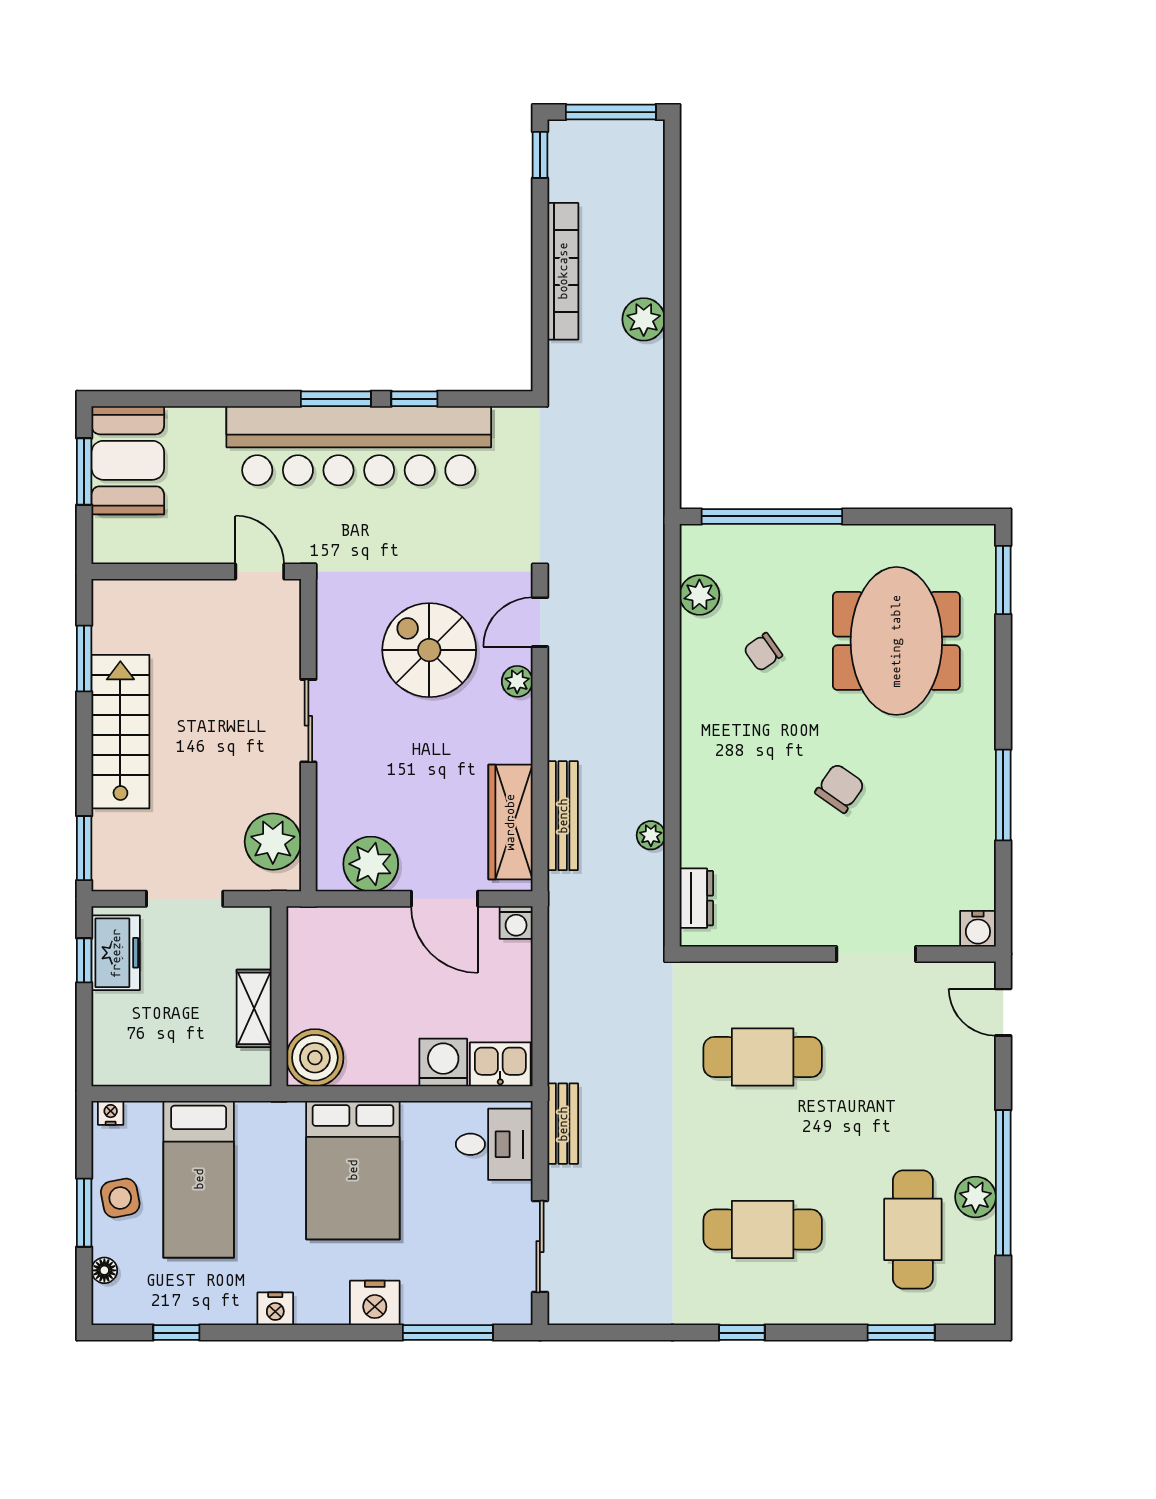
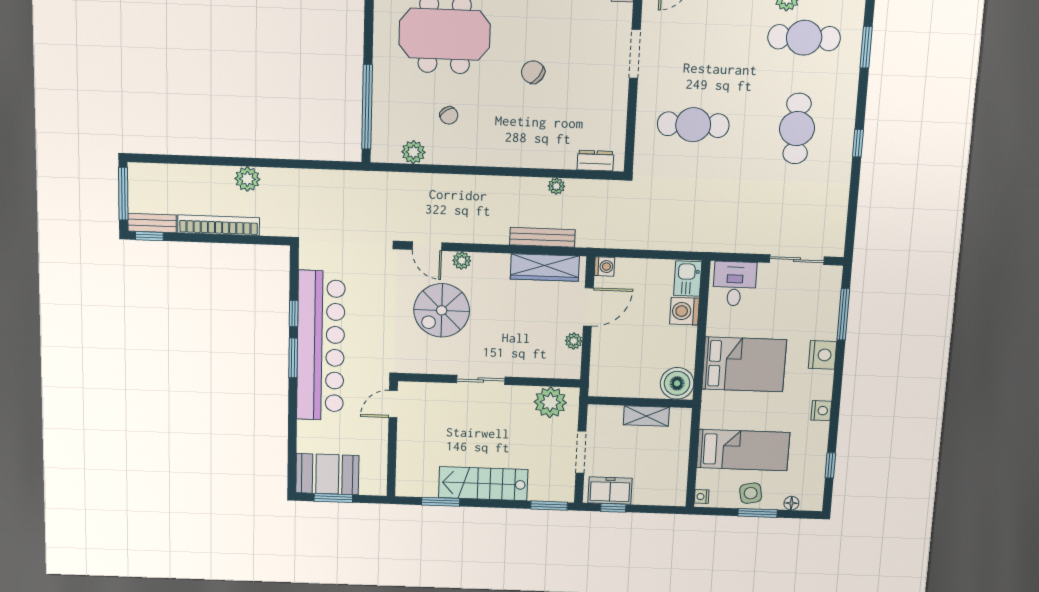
plant: (371, 864) -> (574, 341), width x0.53, depth x0.53
cafe table: (763, 1057) -> (693, 125), turned 90
bench: (563, 1124) -> (152, 223), moved

